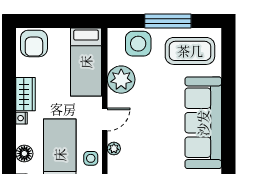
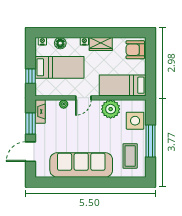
coffee table: (190, 51) -> (130, 156), width x0.73, depth x0.76
door: (105, 120) -> (83, 98), hinge flipped
side table: (91, 158) -> (57, 88), removed

